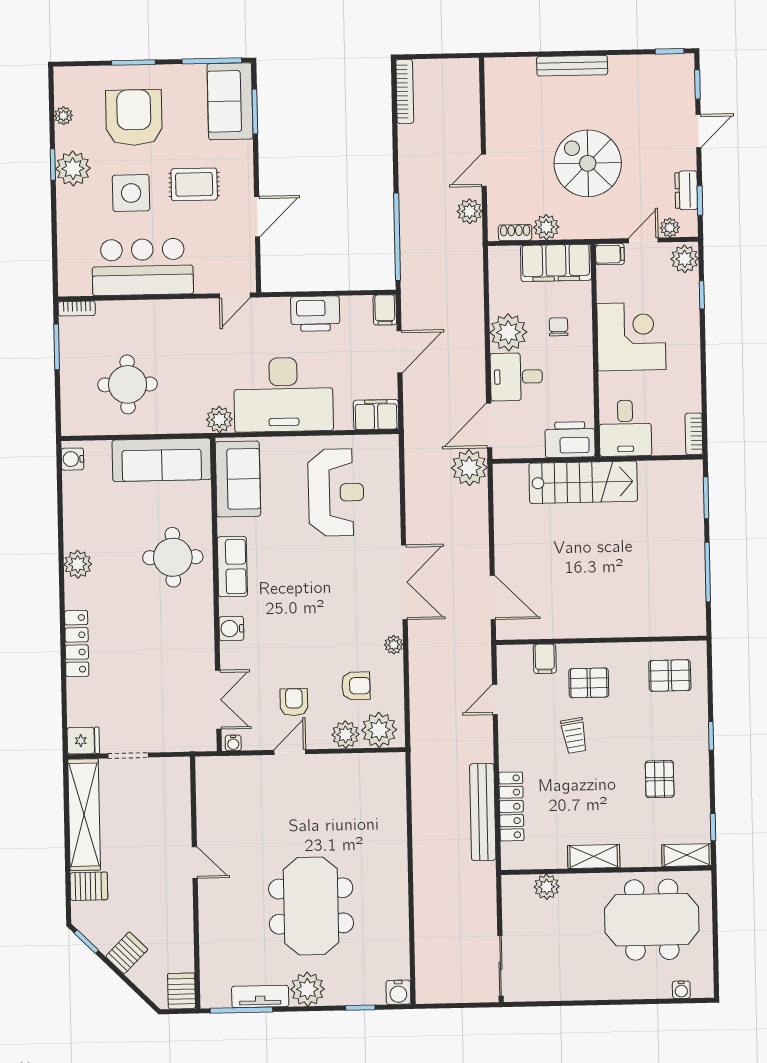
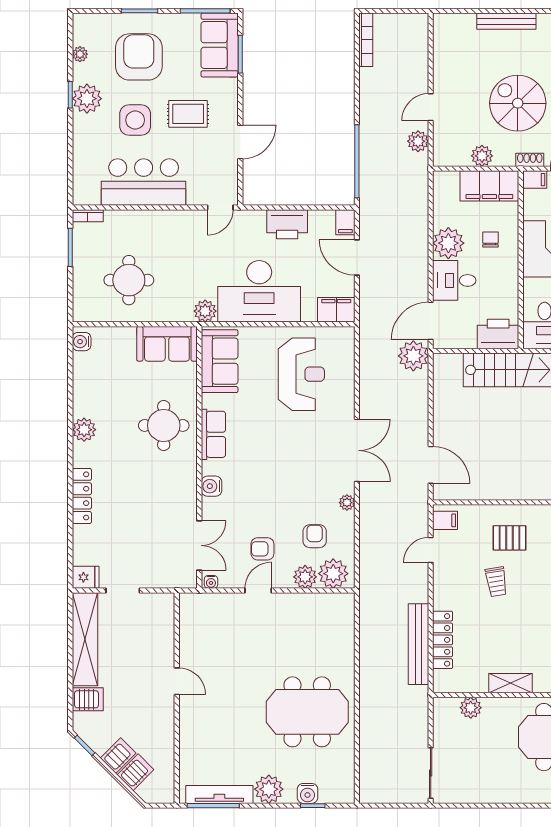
shoe rack: (515, 233) -> (530, 160), moved
door: (399, 352) -> (357, 258), swing flipped
sofa: (162, 460) -> (167, 344), width x0.73
filing cabinet: (545, 659) -> (445, 520), moved, turned -90
armchair: (356, 686) -> (315, 536), turned -90
armchair: (294, 702) -> (262, 549), turned -90
meeting table: (311, 906) -> (307, 712), moved, turned 90
server rack: (182, 991) -> (135, 772), moved, turned 45
water cooler: (398, 992) -> (307, 793), moved
tv unit: (260, 996) -> (219, 794), width x1.41

